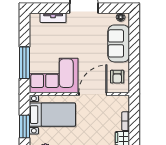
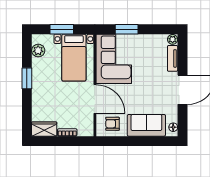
plant: (34, 18) -> (173, 39), added
window: (25, 63) -> (127, 29), width x0.69

